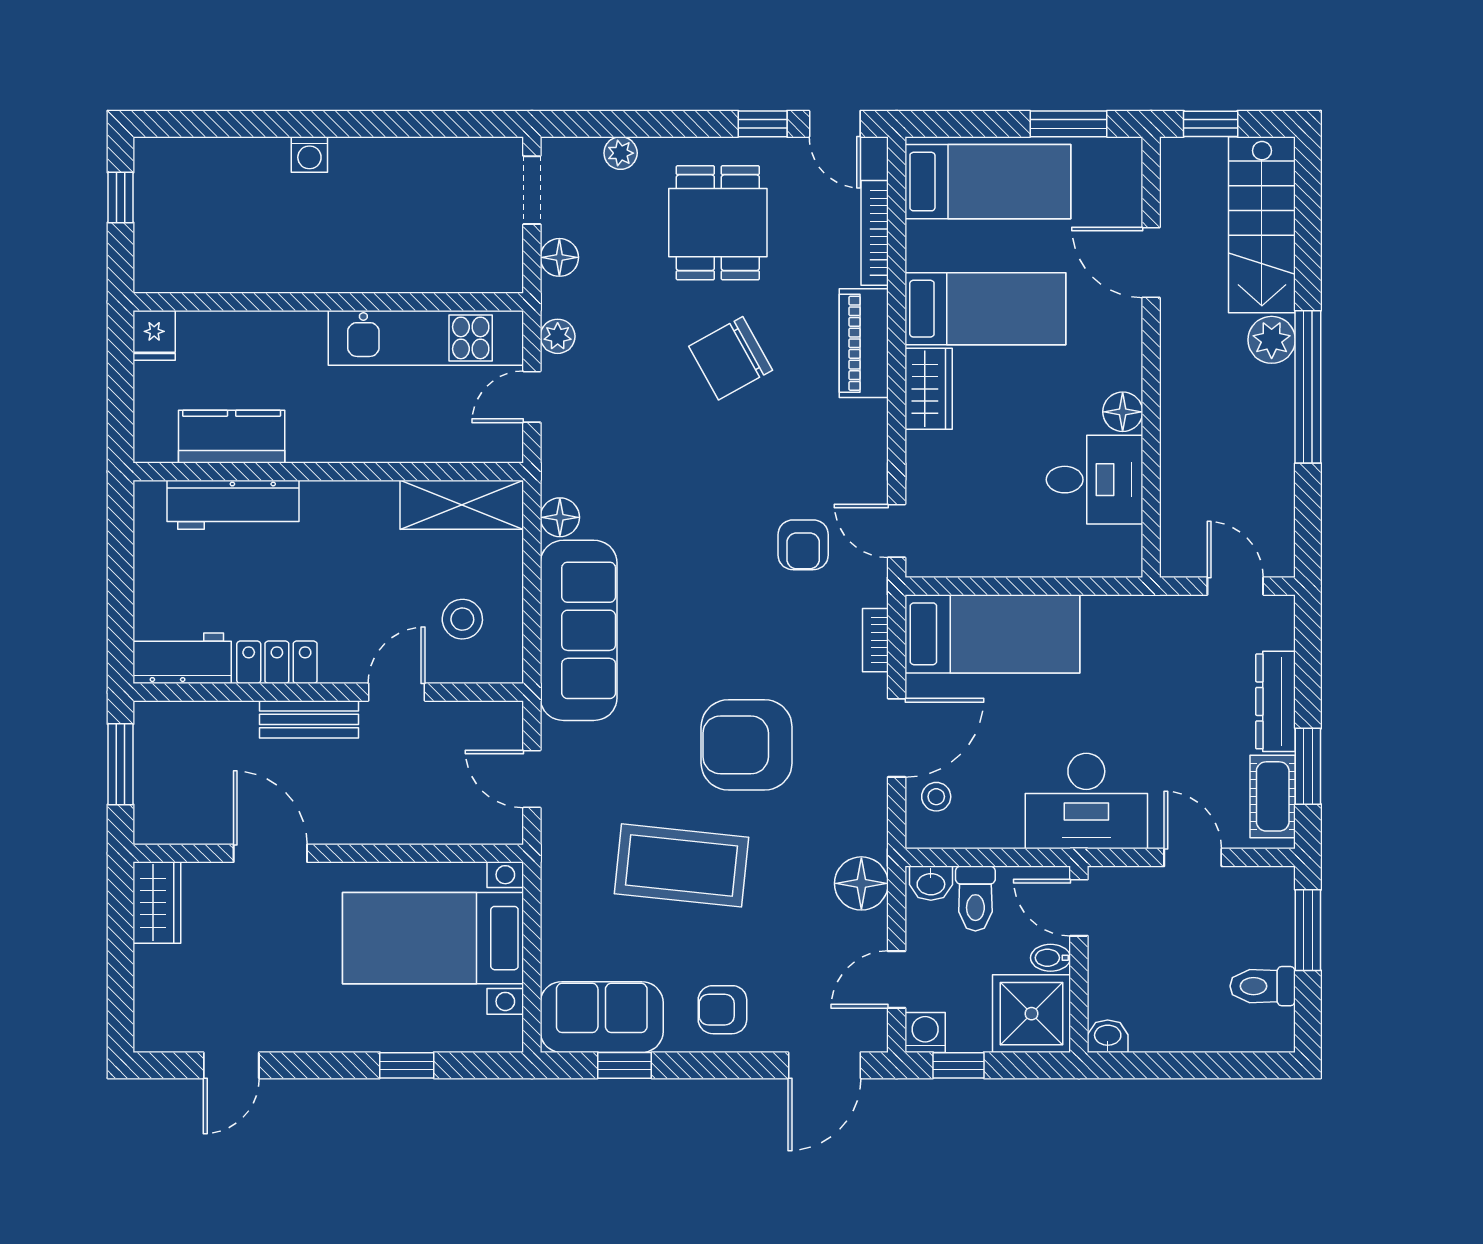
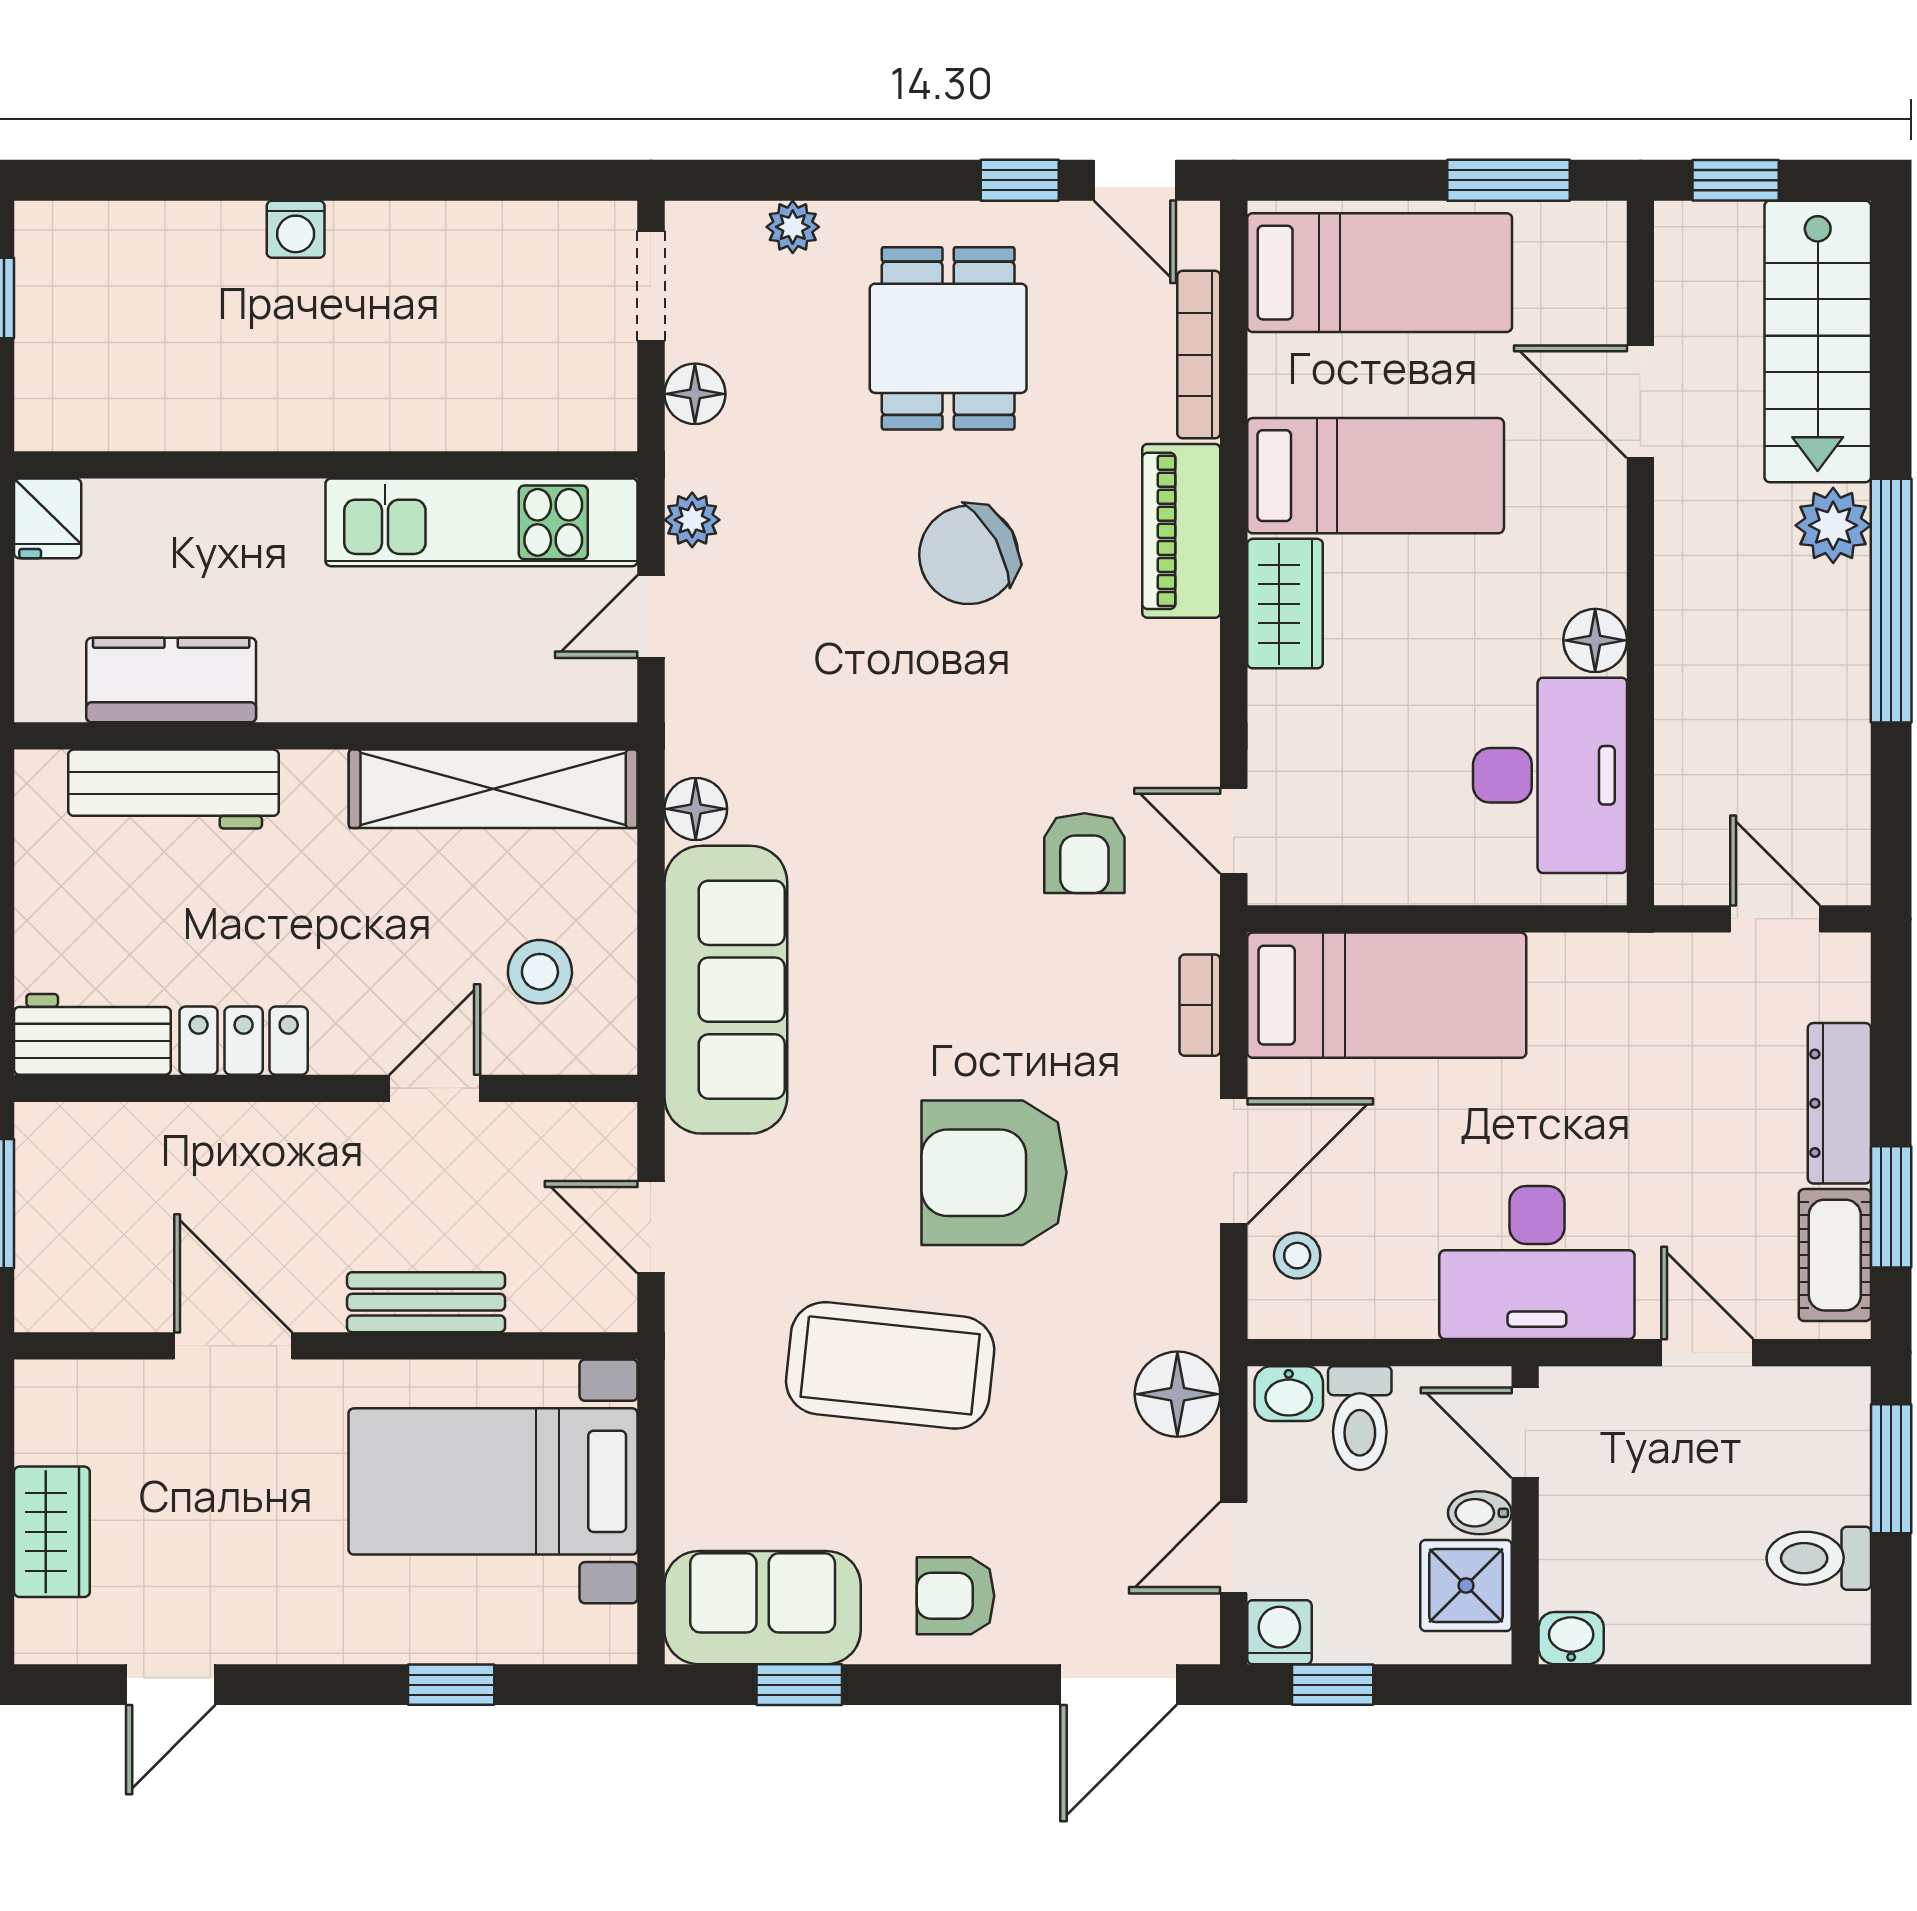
desk: (1094, 480) -> (1550, 775), width x1.37
shelving: (462, 505) -> (493, 789), width x1.47
bench: (309, 719) -> (426, 1302), moved
wardrobe: (157, 903) -> (52, 1532), moved
shower: (1032, 1014) -> (1466, 1586), width x0.73, depth x0.73

